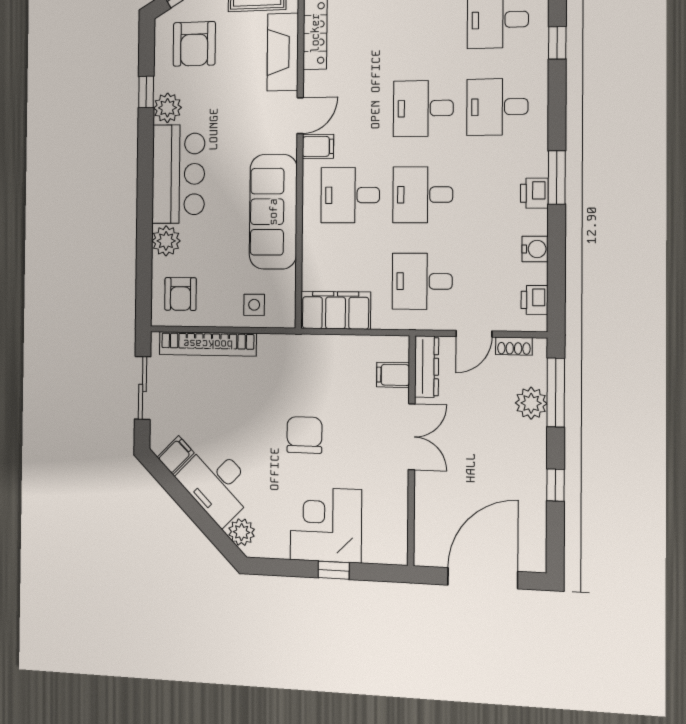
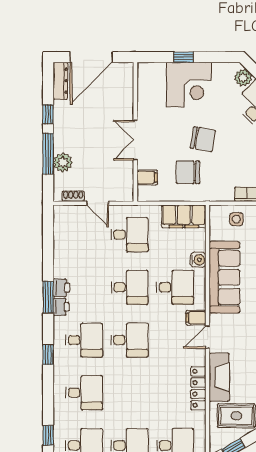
window: (557, 43) -> (48, 355), moved
water cooler: (535, 249) -> (198, 260), moved, turned 180
printer: (534, 300) -> (61, 307), moved
door: (474, 334) -> (98, 203), swing flipped
dresser: (427, 367) -> (60, 81), moved, turned 180
chair: (328, 382) -> (188, 172), added
window: (556, 393) -> (48, 154), moved
chair: (304, 435) -> (203, 139), turned -80

